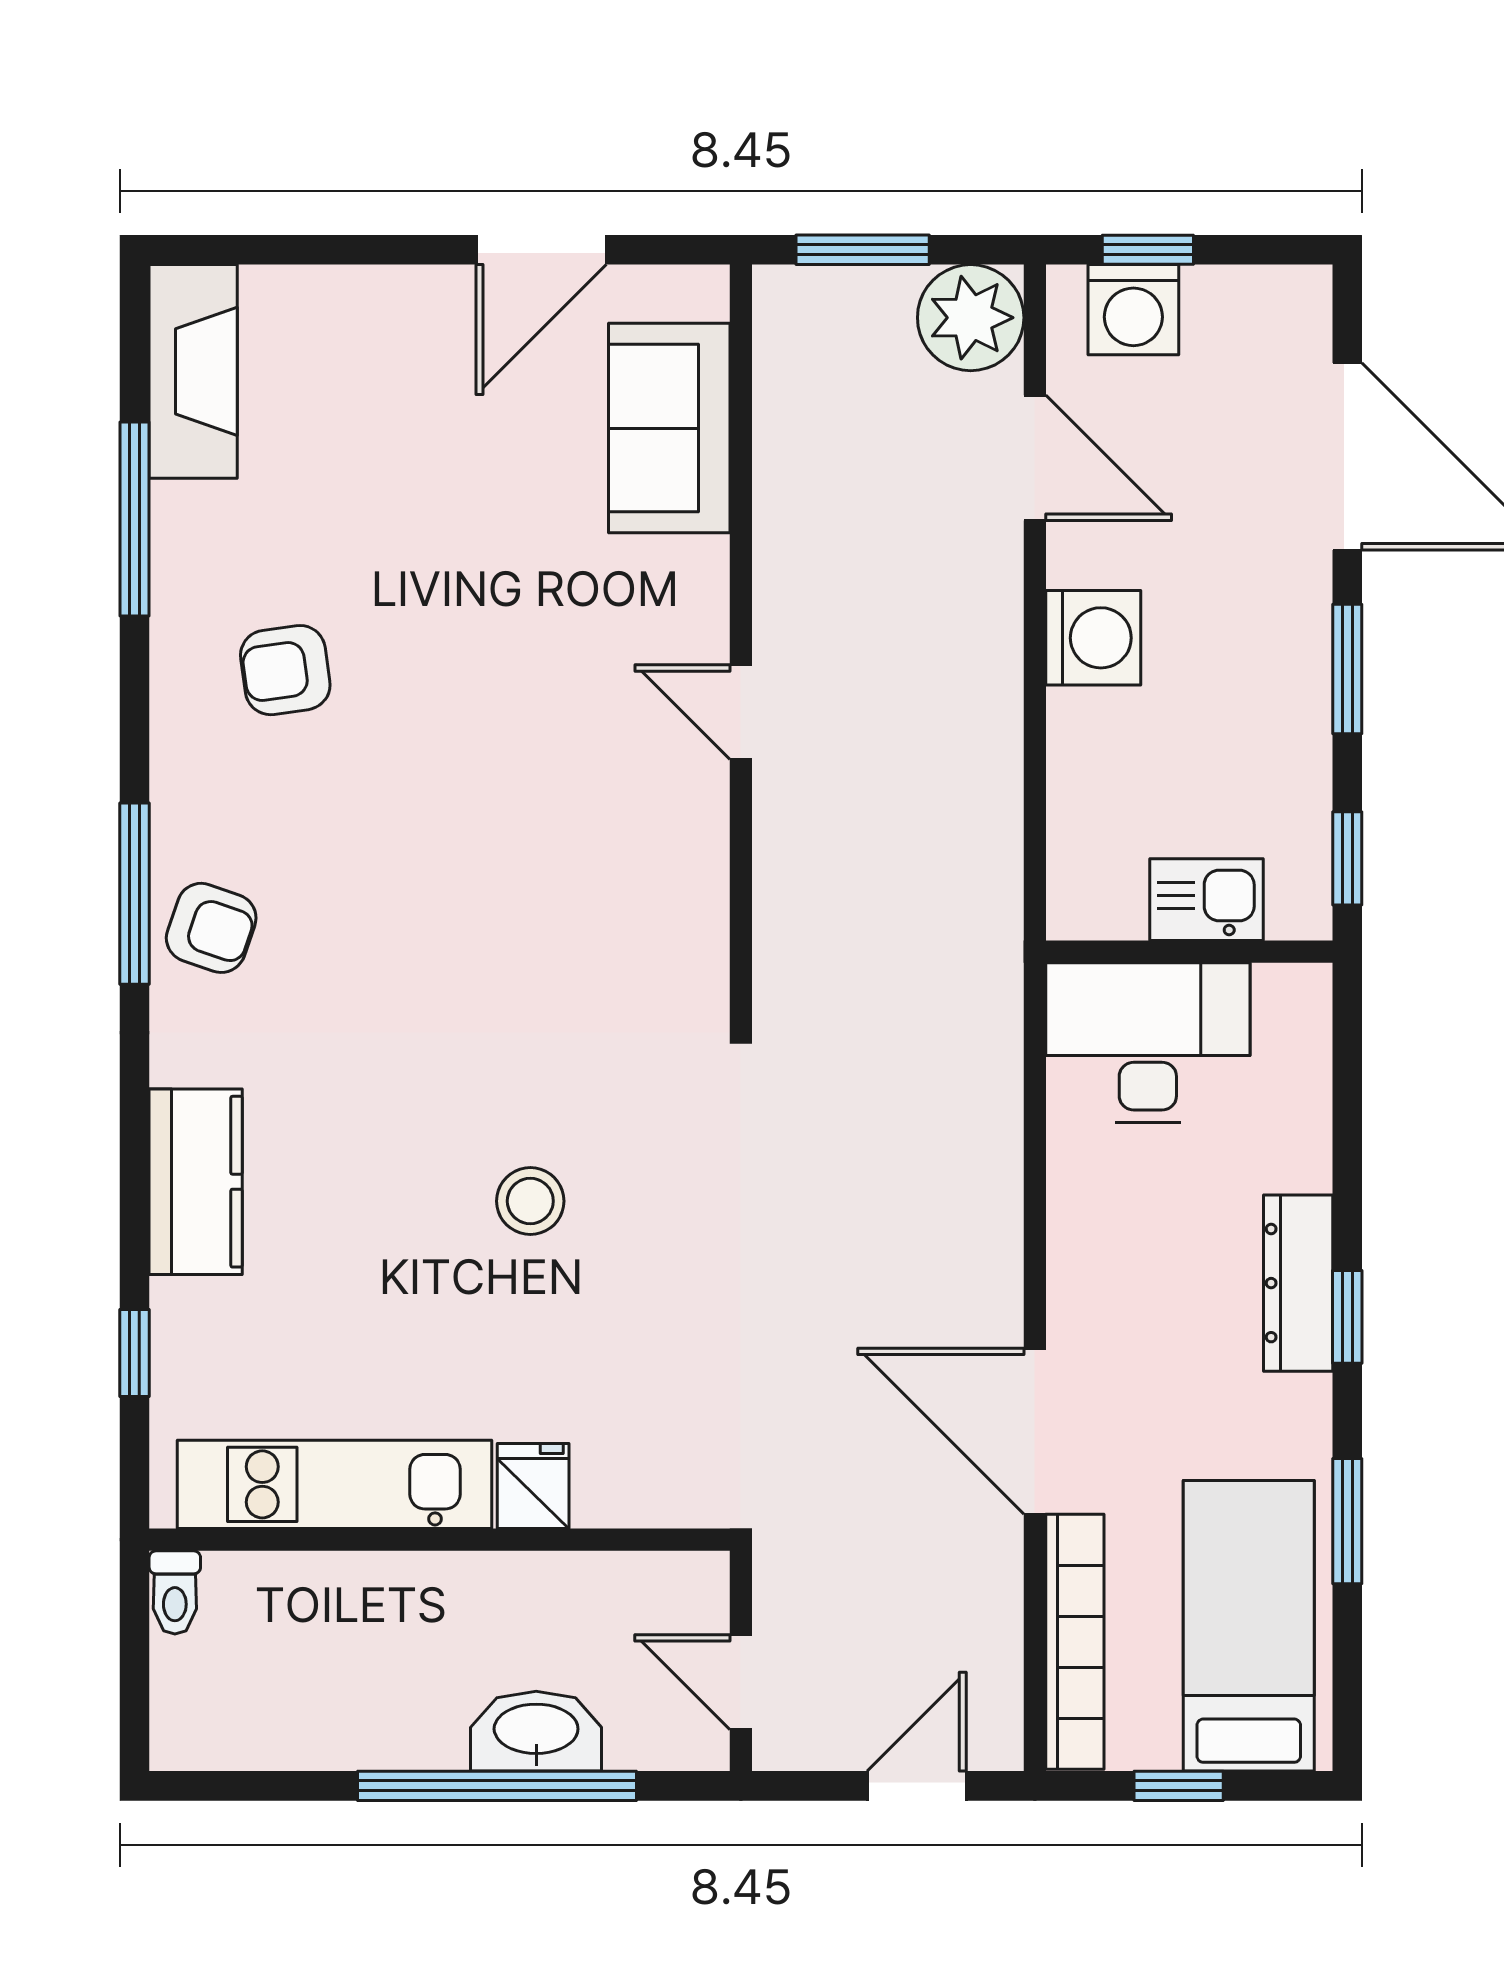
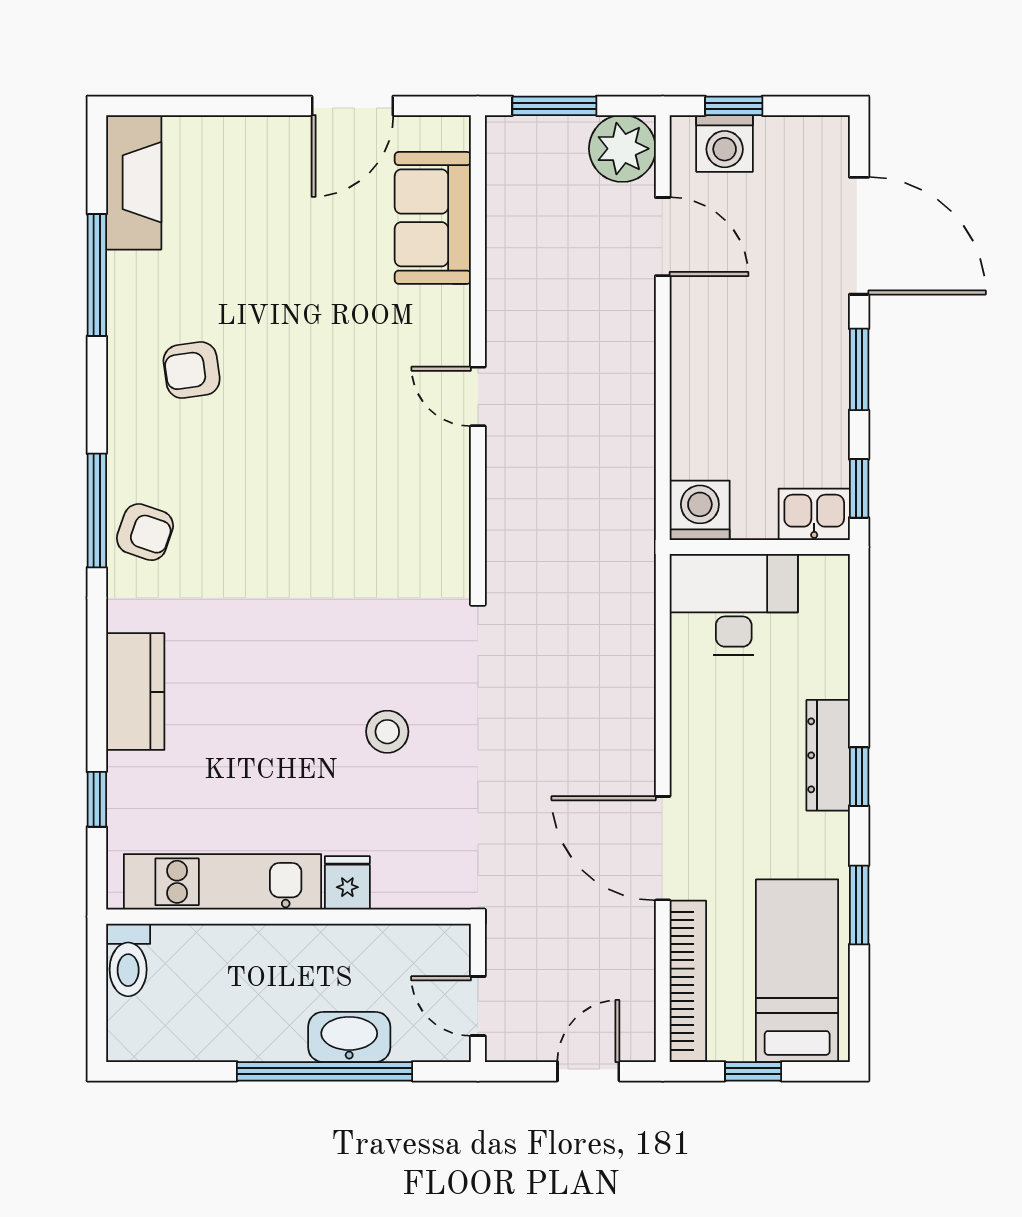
washing machine: (1093, 638) -> (700, 510), moved, turned -90
kitchen sink: (1207, 900) -> (814, 514), moved
stool: (530, 1201) -> (387, 732), moved
toilet: (175, 1592) -> (128, 960), width x1.37, depth x1.39

